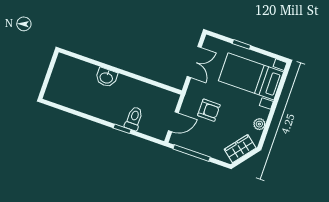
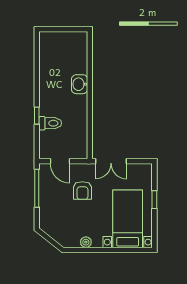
double door: (194, 62) -> (111, 161), moved
wardrobe: (240, 149) -> (57, 232), removed

